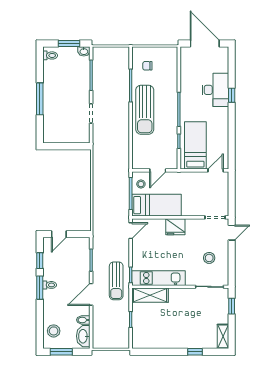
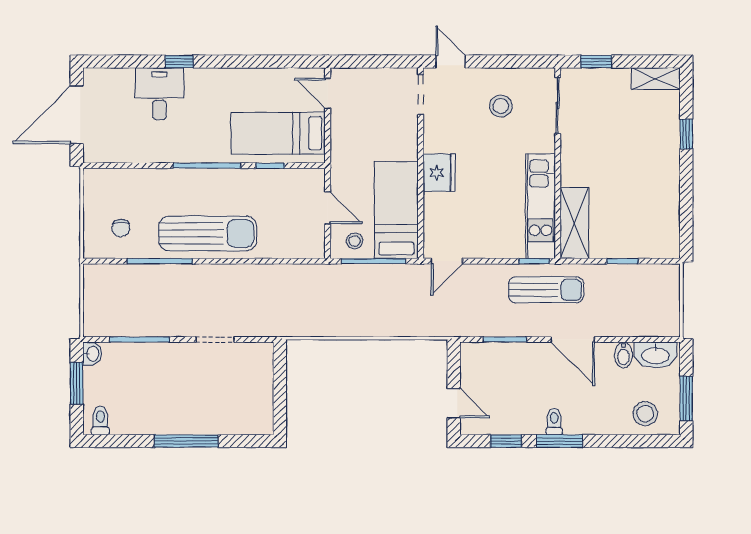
desk: (215, 90) -> (159, 94), width x0.73
door: (131, 231) -> (447, 261), swing flipped

